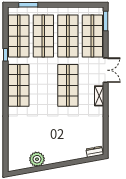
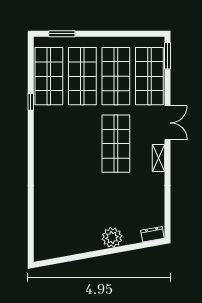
shop shelf: (19, 85) -> (49, 144), removed
plant: (37, 159) -> (112, 237), moved

